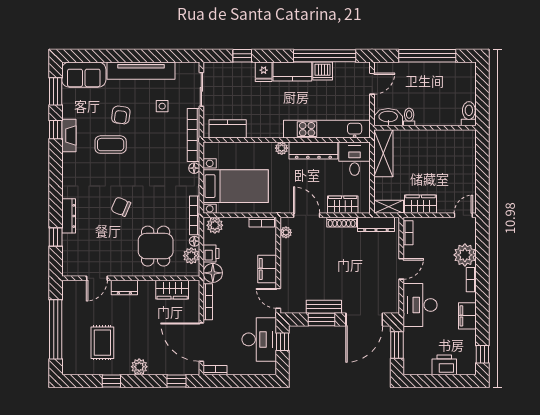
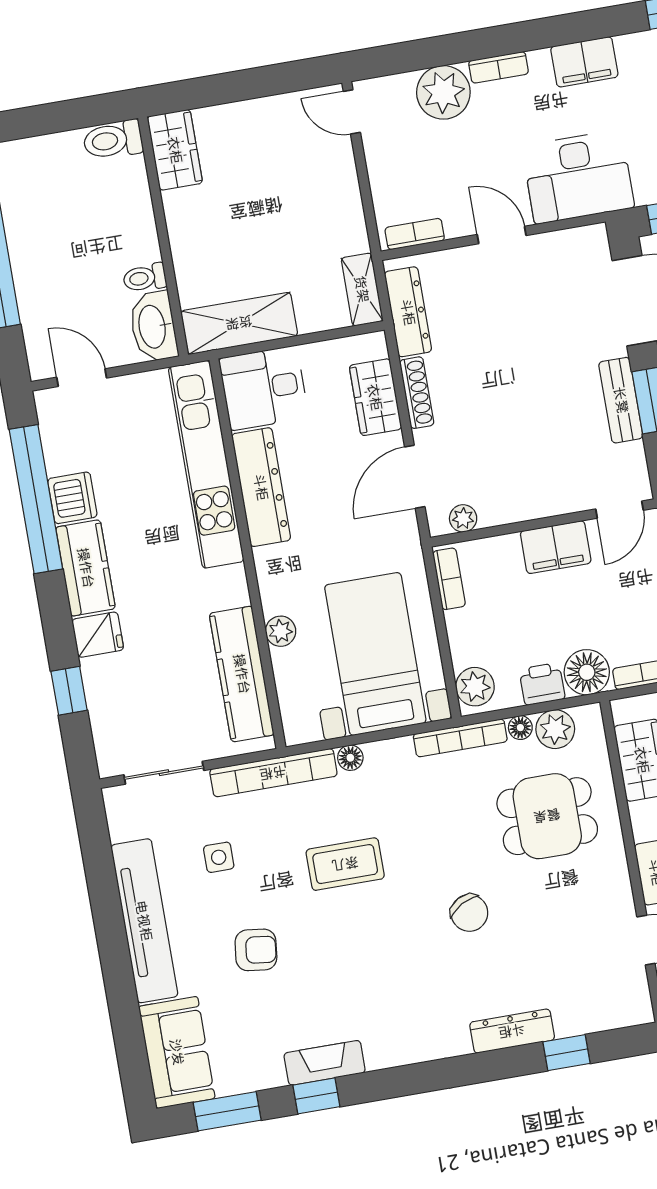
kitchen counter: (228, 129) -> (242, 674), width x1.50
coffee table: (111, 145) -> (345, 864), moved, turned 90
plant: (282, 148) -> (281, 631), moved
wardrobe: (420, 204) -> (175, 150), moved, turned 180
chair: (121, 207) -> (469, 913), turned -52

